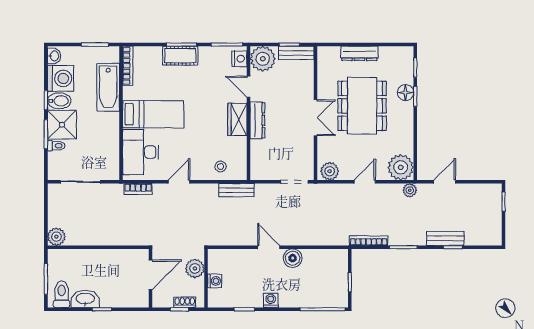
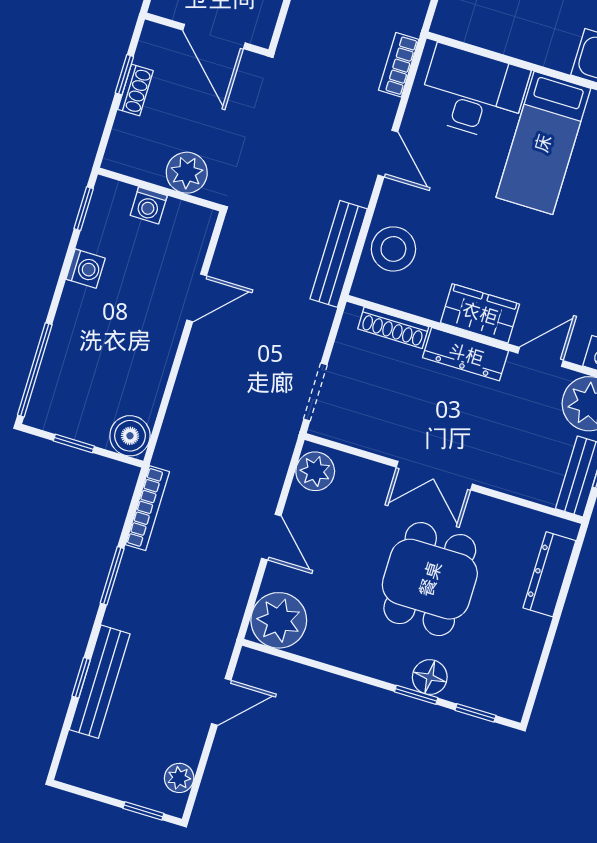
dresser: (359, 53) -> (549, 574), moved
dining table: (362, 106) -> (430, 579), width x0.73
shoe rack: (255, 156) -> (393, 328), added
stool: (221, 166) -> (393, 249), width x1.89, depth x1.89
door: (445, 182) -> (221, 702), hinge flipped
bench: (236, 190) -> (339, 254), width x1.36
plant: (410, 190) -> (179, 778), moved
bench: (445, 238) -> (100, 682), width x1.36
boiler: (293, 258) -> (130, 436), moved
plant: (195, 268) -> (187, 173), moved
wall: (206, 278) -> (160, 189), moved
washing machine: (215, 281) -> (149, 205), moved

